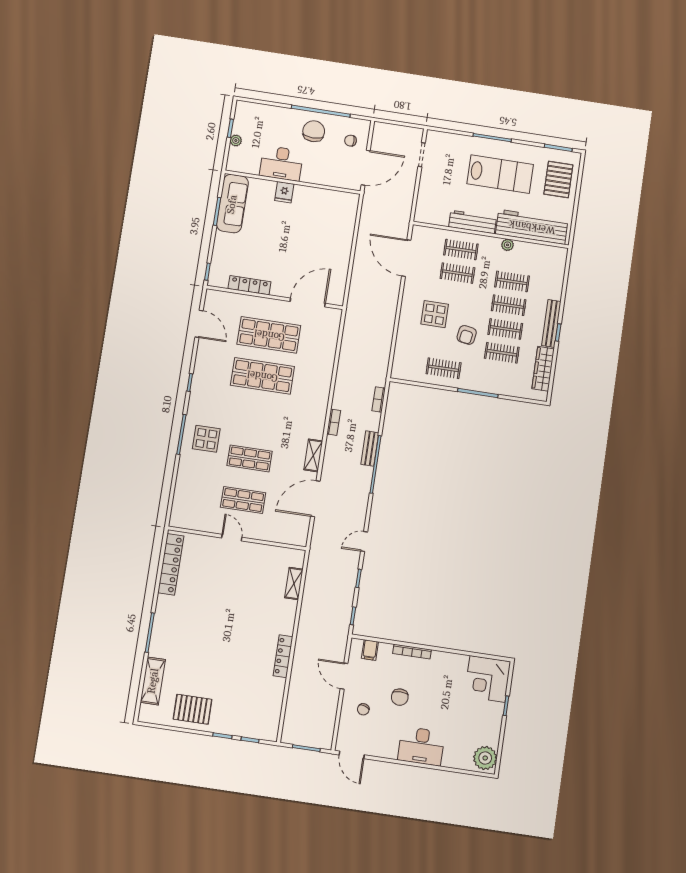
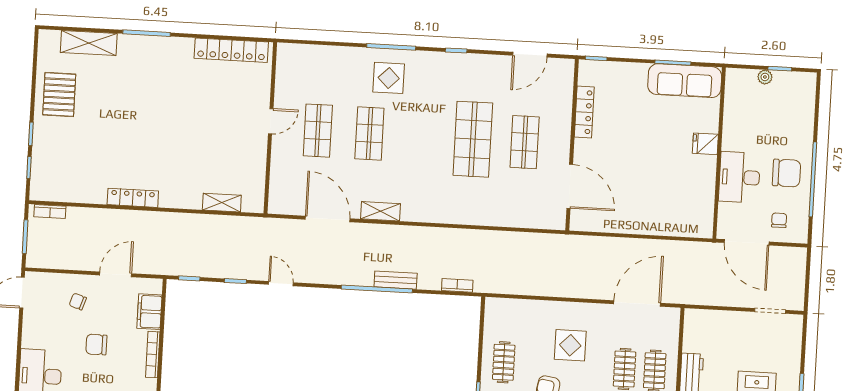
desk: (281, 163) -> (739, 177), moved
shop shelf: (269, 335) -> (525, 142), width x0.70, depth x0.74
bookcase: (334, 422) -> (50, 212), moved
filing cabinet: (370, 650) -> (149, 312), width x2.00

